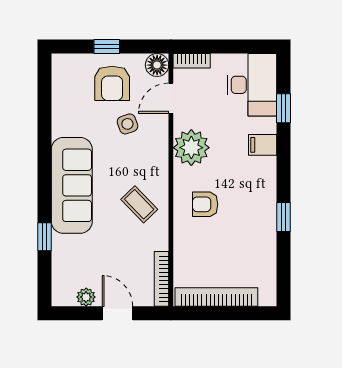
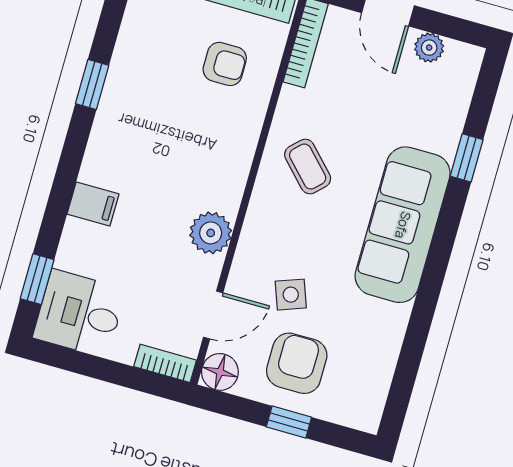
desk: (252, 85) -> (79, 314), width x0.73
window: (284, 108) -> (37, 279), moved
plant: (191, 148) -> (211, 233), width x0.73, depth x0.73
armchair: (205, 204) -> (225, 64), moved

